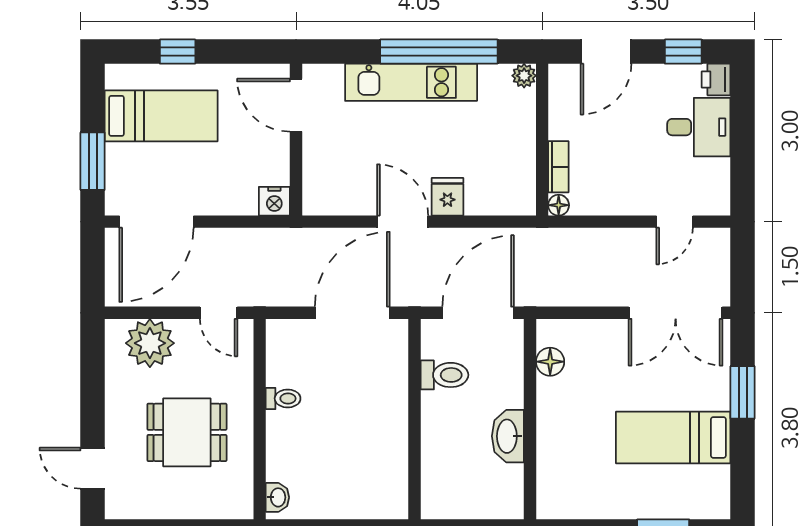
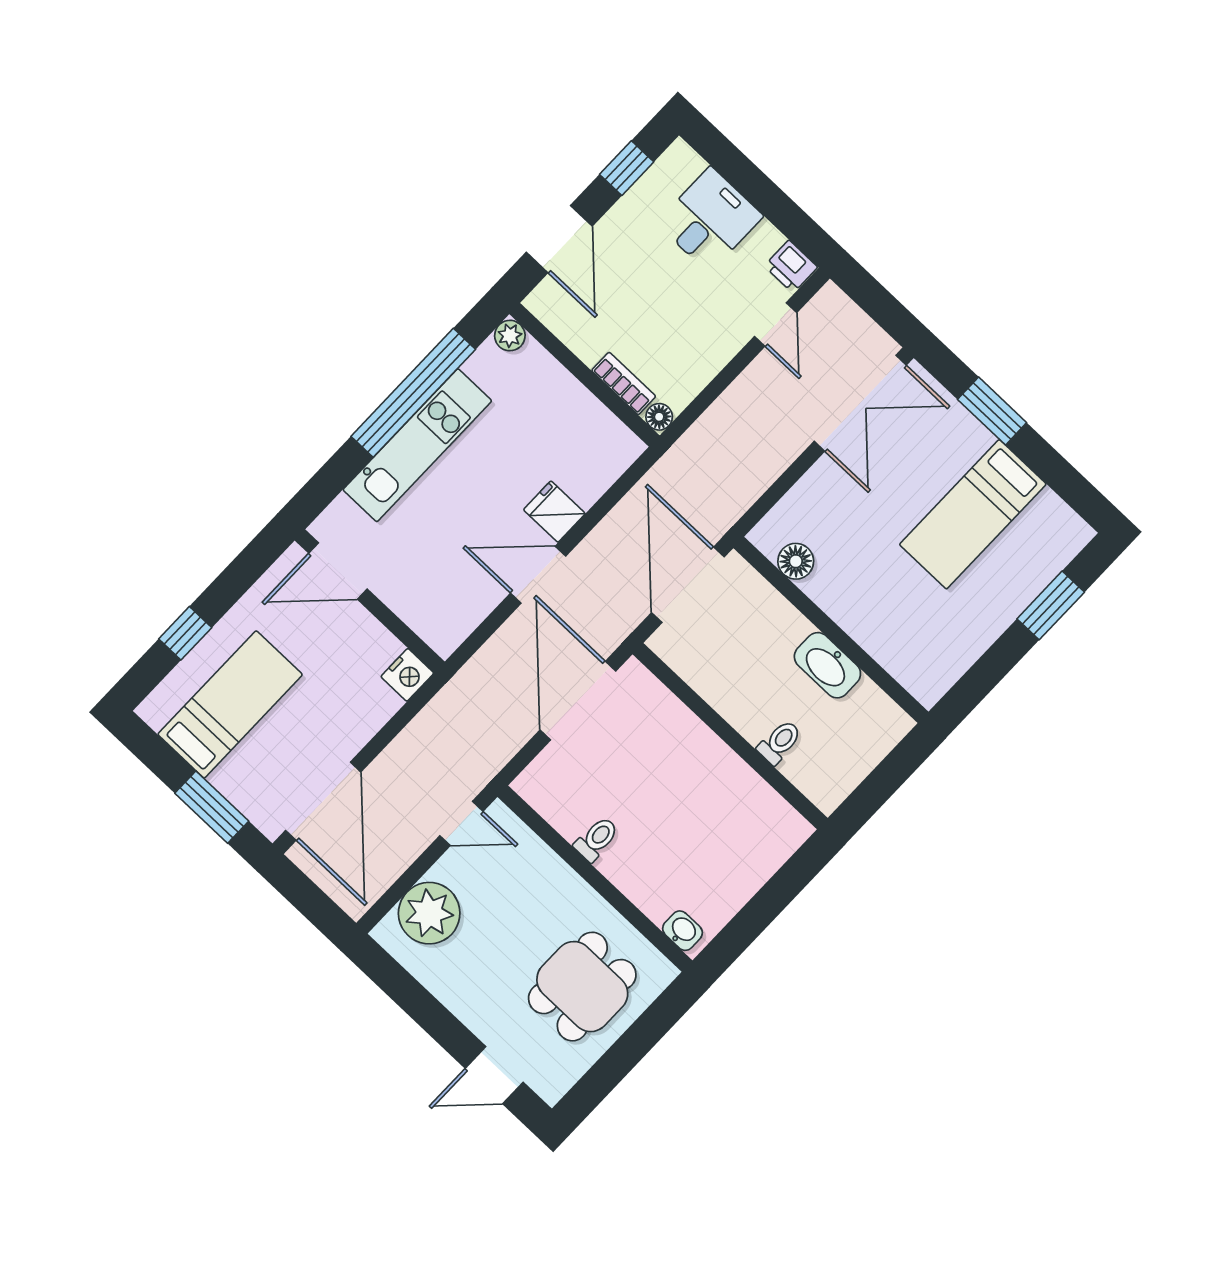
printer: (716, 80) -> (791, 267), moved
toilet: (444, 375) -> (780, 742), moved, width x0.73, depth x0.72
dining table: (187, 432) -> (582, 987), moved

